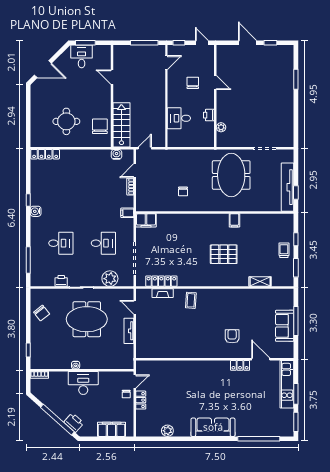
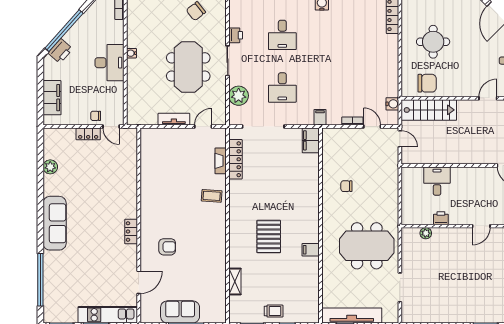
chair: (193, 83) -> (481, 198), removed
locker: (240, 365) -> (131, 232), moved

